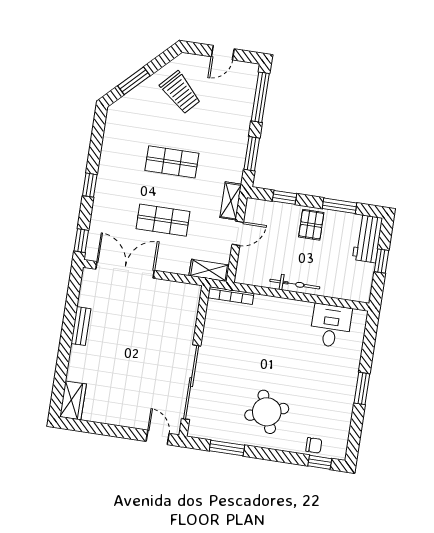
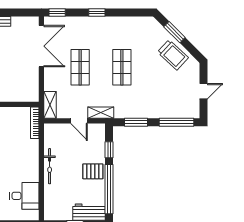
door: (223, 53) -> (204, 91), swing flipped
trolley: (180, 92) -> (173, 55), moved, turned -90
window: (340, 206) -> (109, 189), width x2.11

